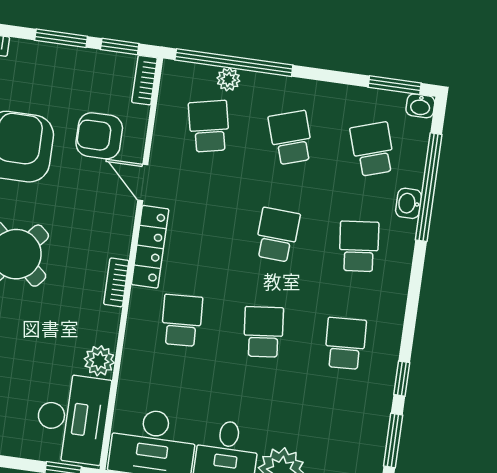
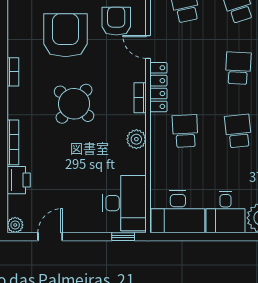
armchair: (99, 136) -> (116, 21), turned 90
bookcase: (116, 282) -> (140, 98), moved
plant: (99, 361) -> (136, 139), moved

